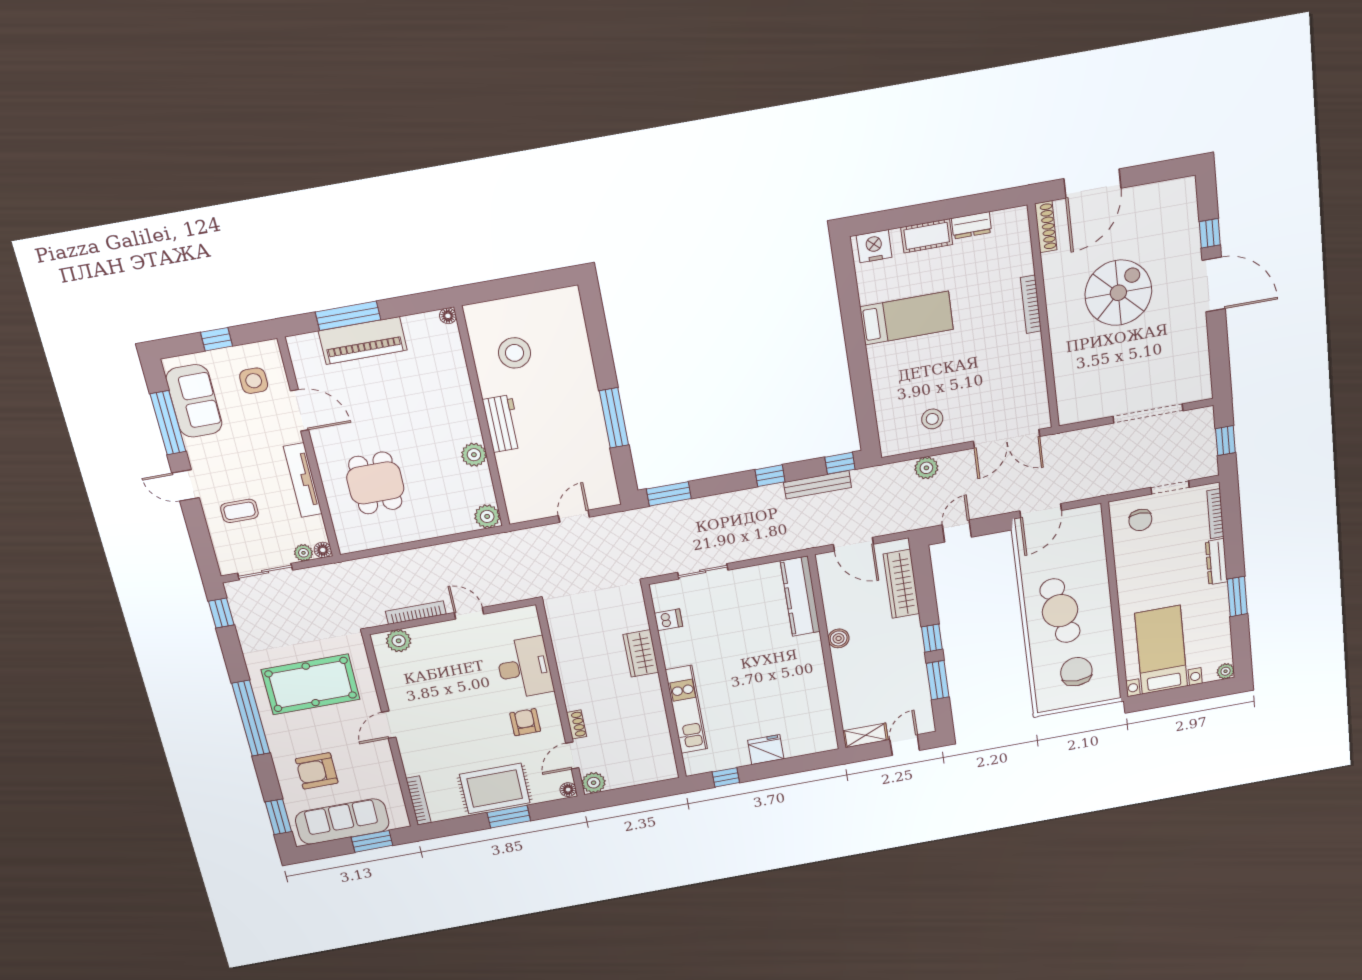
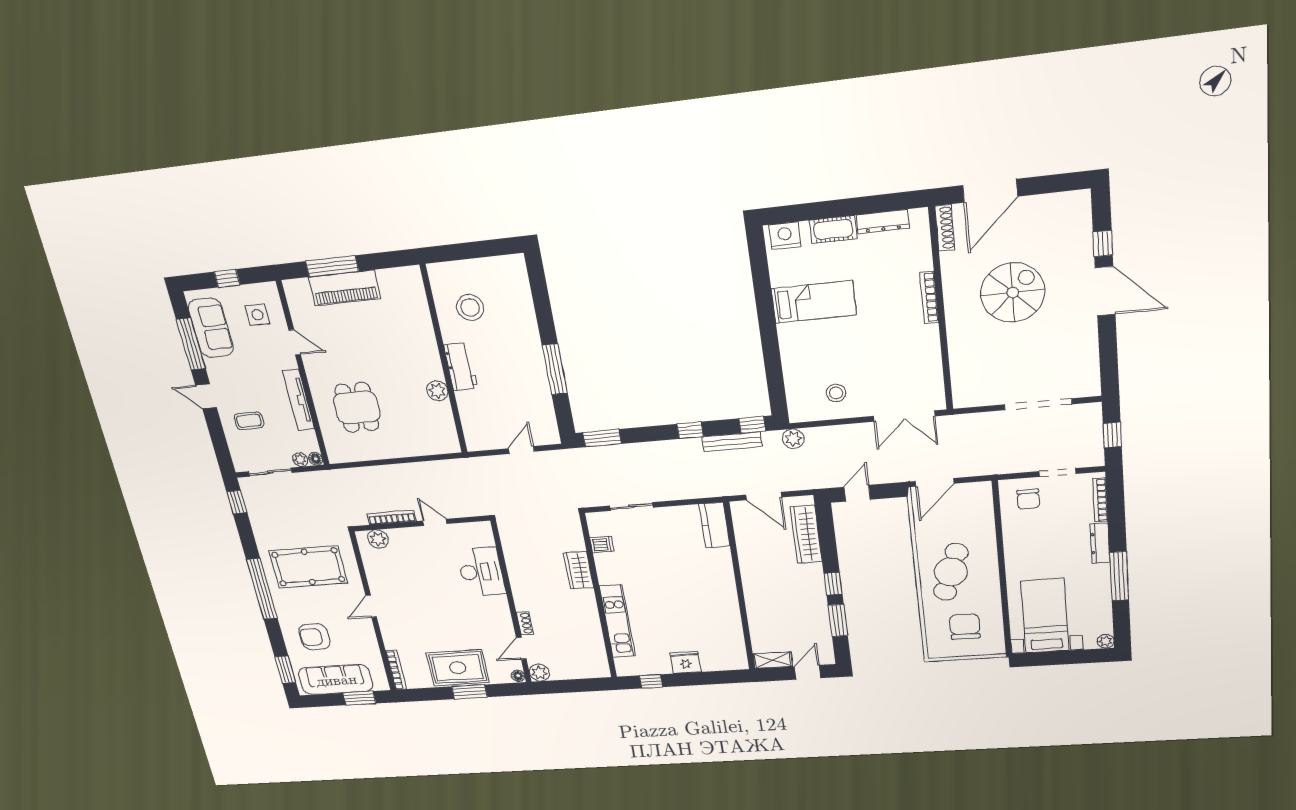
dresser: (972, 225) -> (883, 222), width x1.44
floor lamp: (448, 316) -> (414, 272), removed
door: (300, 410) -> (295, 342), width x0.73
plant: (926, 468) -> (793, 439), moved
plant: (487, 516) -> (449, 443), removed
kitchen counter: (800, 596) -> (714, 525), width x0.67
window: (1237, 596) -> (1119, 576), width x1.44
cafe table: (1060, 611) -> (951, 572), turned 31
boiler: (839, 638) -> (750, 575), removed
armchair: (525, 722) -> (482, 617), removed

